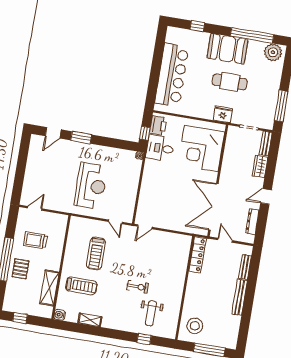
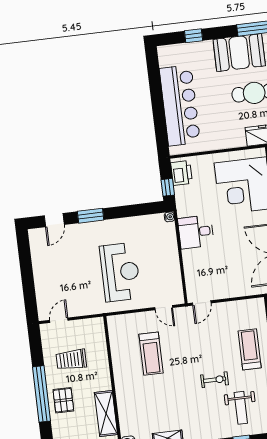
desk: (160, 148) -> (196, 232), moved
treadmill: (81, 286) -> (250, 349), moved, turned -90

